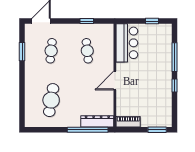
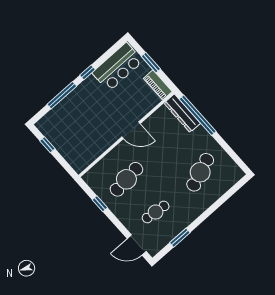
bar counter: (127, 43) -> (118, 67), moved, turned 180
cafe table: (87, 51) -> (126, 179), width x1.37, depth x1.35
cafe table: (51, 100) -> (200, 172), turned -30
window: (157, 130) -> (151, 63), moved

